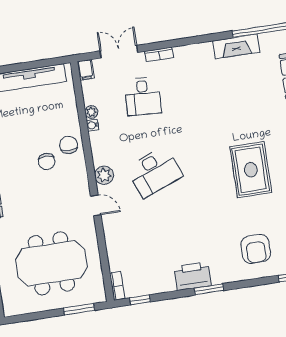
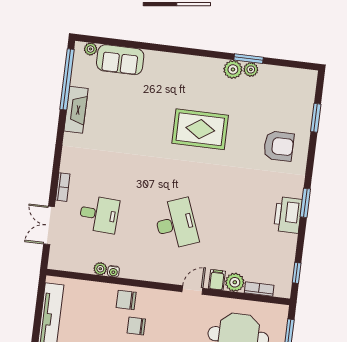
filing cabinet: (86, 70) -> (217, 280), moved, turned -90
chair: (47, 162) -> (136, 326), turned 180
plant: (104, 175) -> (235, 282), moved
bookcase: (117, 286) -> (259, 289), moved

